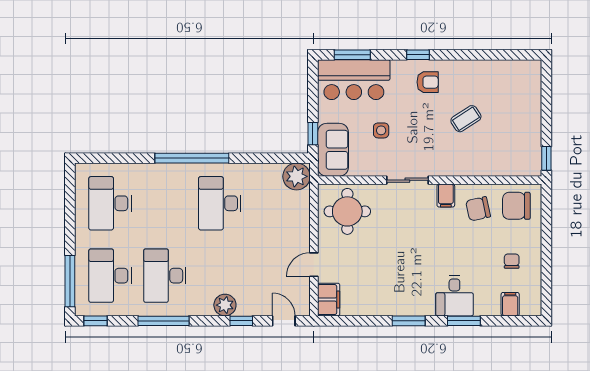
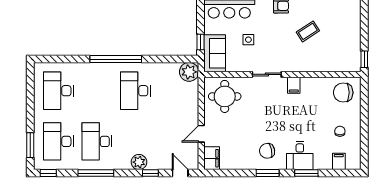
chair: (478, 209) -> (267, 151), moved
window: (70, 281) -> (30, 145), width x0.69

